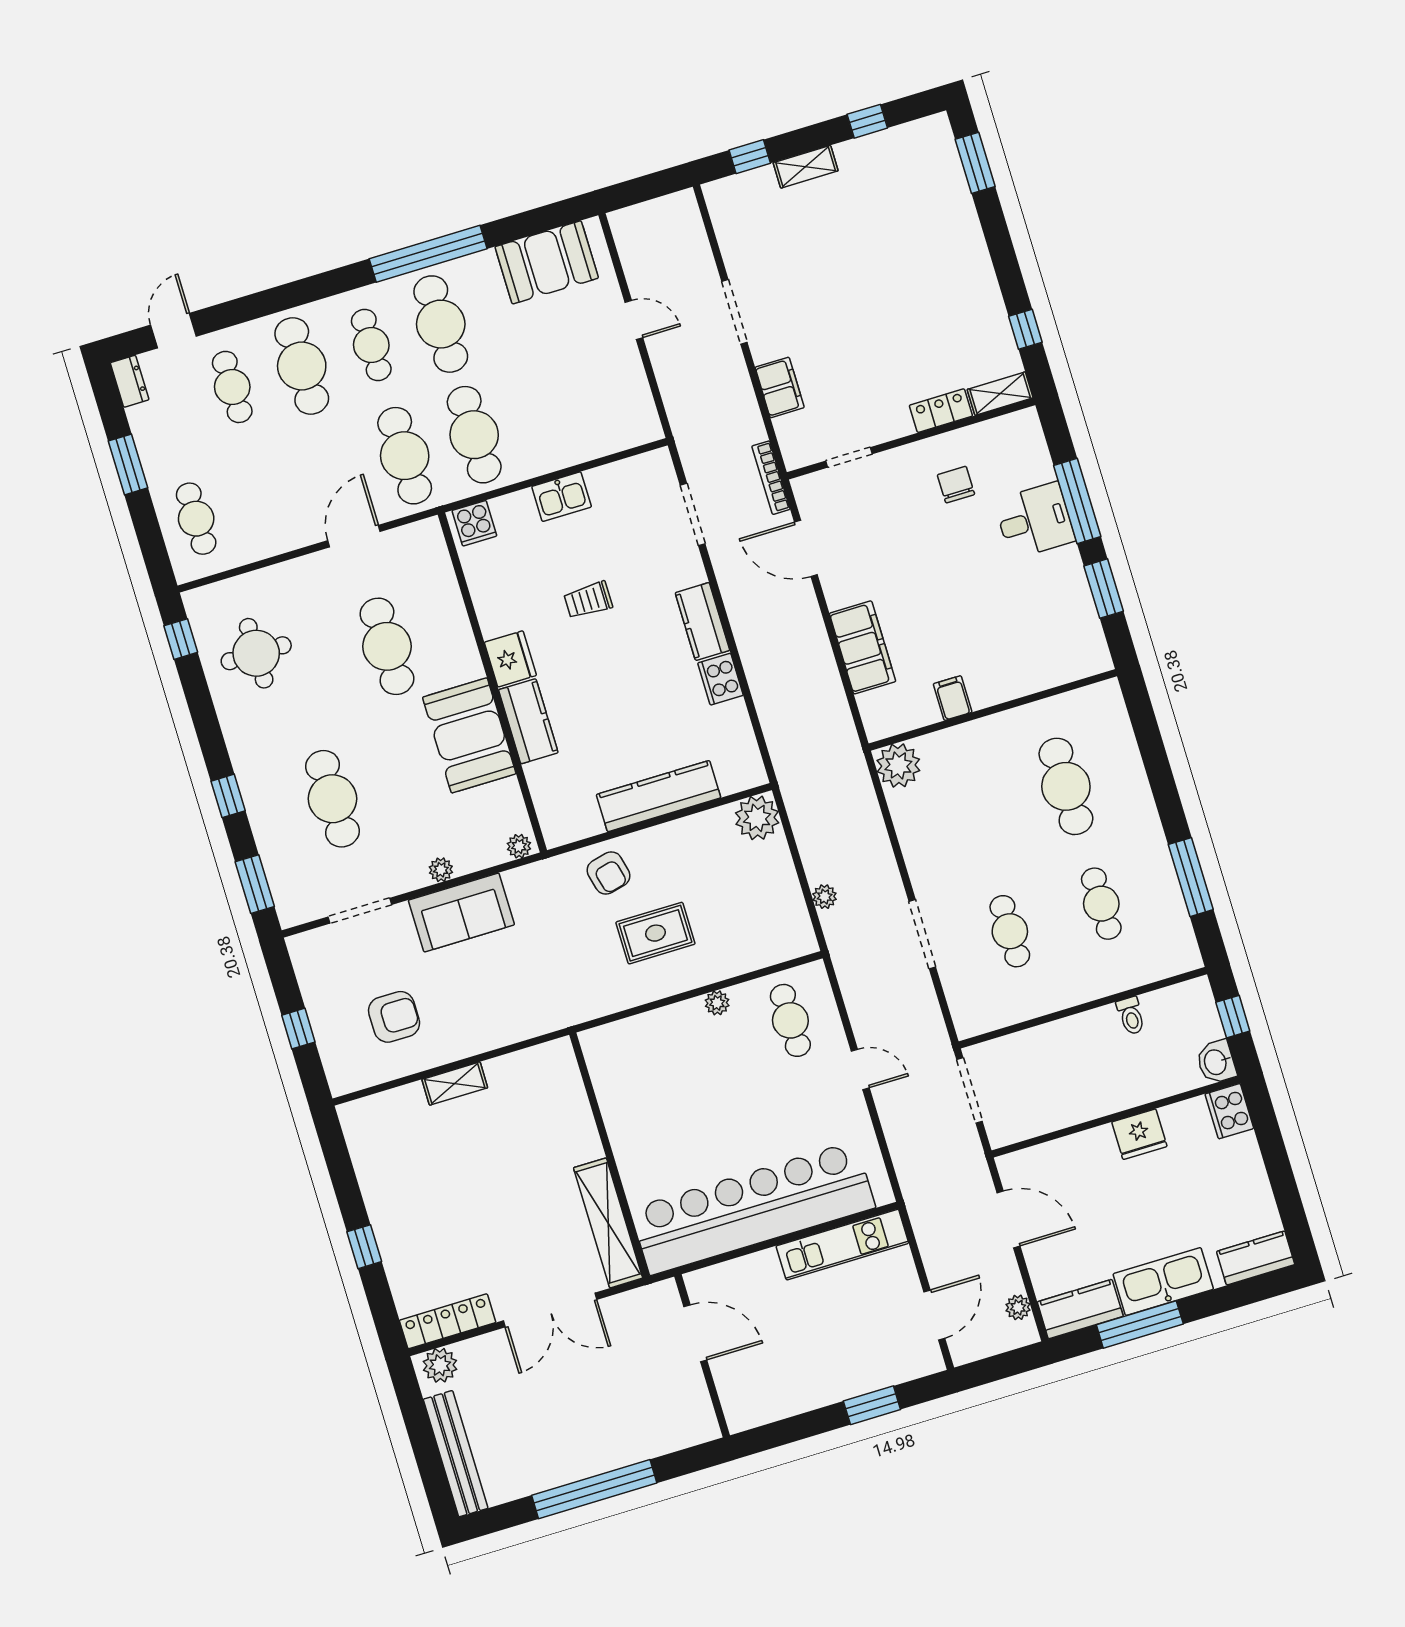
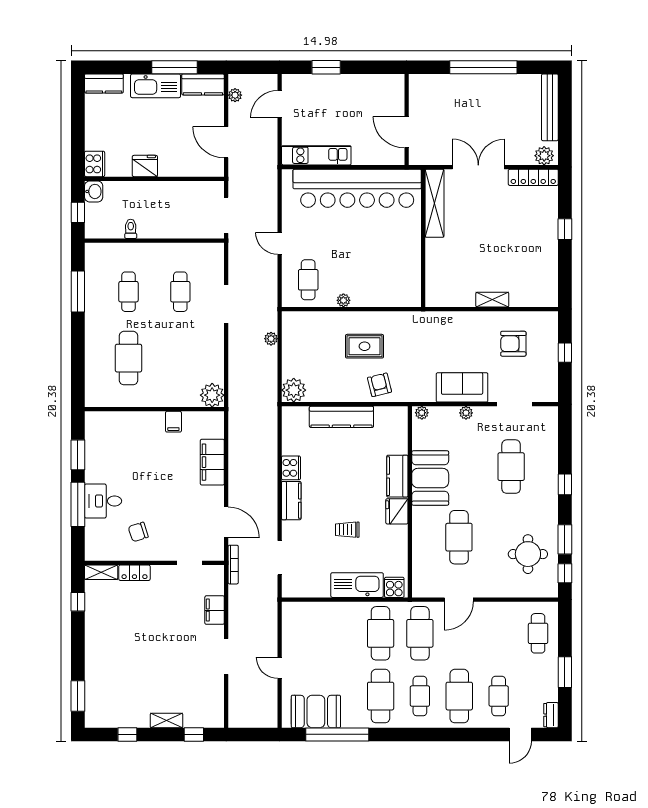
window: (428, 254) -> (337, 734), moved
chair: (956, 485) -> (138, 532), turned 72
kitchen sink: (562, 497) -> (357, 585), width x1.88, depth x1.24
trolley: (588, 600) -> (347, 530), turned 180
window: (255, 884) -> (565, 539), moved

